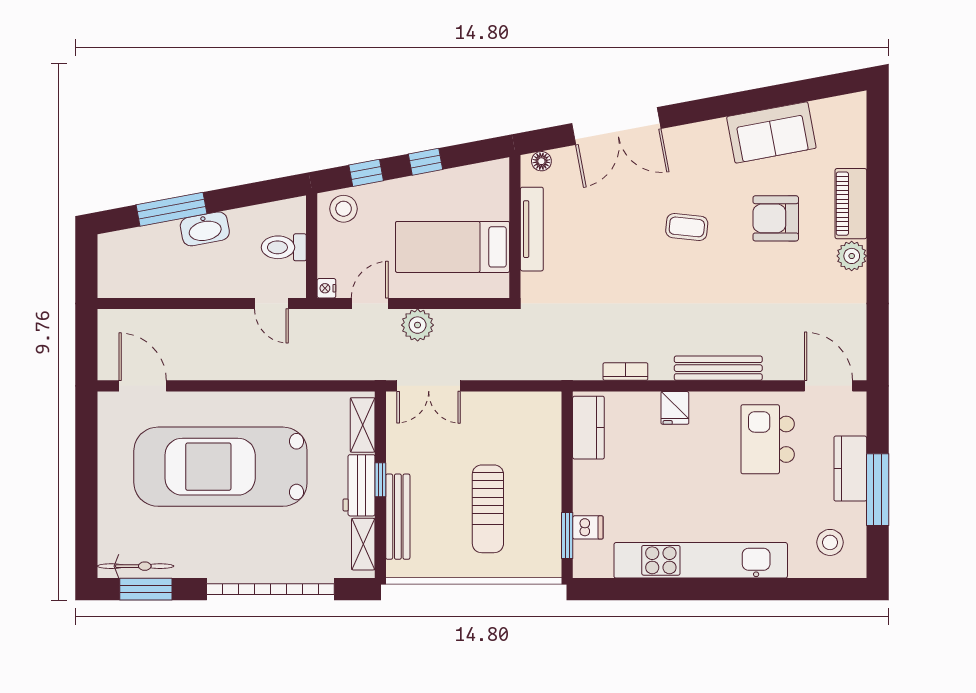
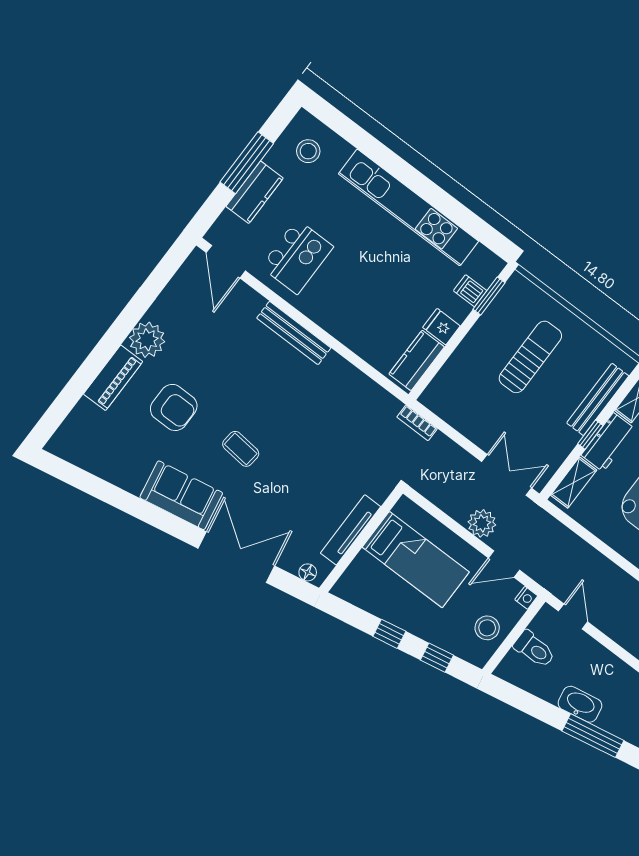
sofa: (771, 132) -> (181, 495), moved
stool: (344, 209) -> (487, 628), moved
plant: (852, 256) -> (147, 340), width x1.36, depth x1.36
bookcase: (625, 371) -> (417, 423), moved
fridge: (675, 408) -> (441, 327), moved, turned -90

